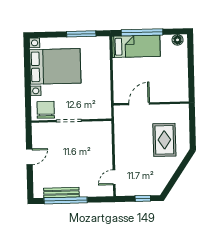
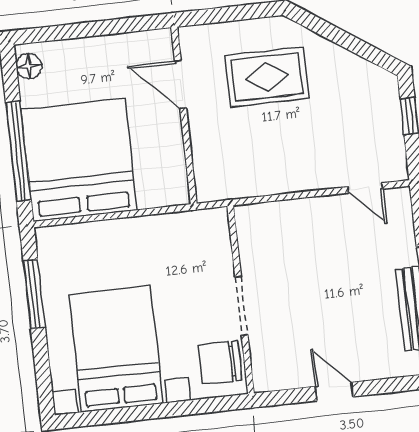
bed: (136, 46) -> (79, 160), width x2.04
door: (139, 104) -> (180, 85), moved

